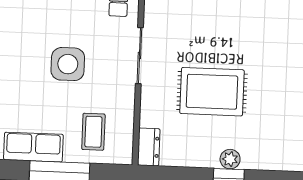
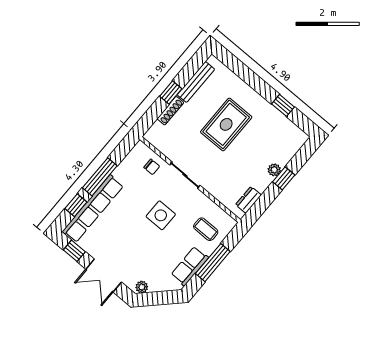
rug: (212, 92) -> (226, 124), moved
dresser: (149, 147) -> (248, 200), moved, turned -90

